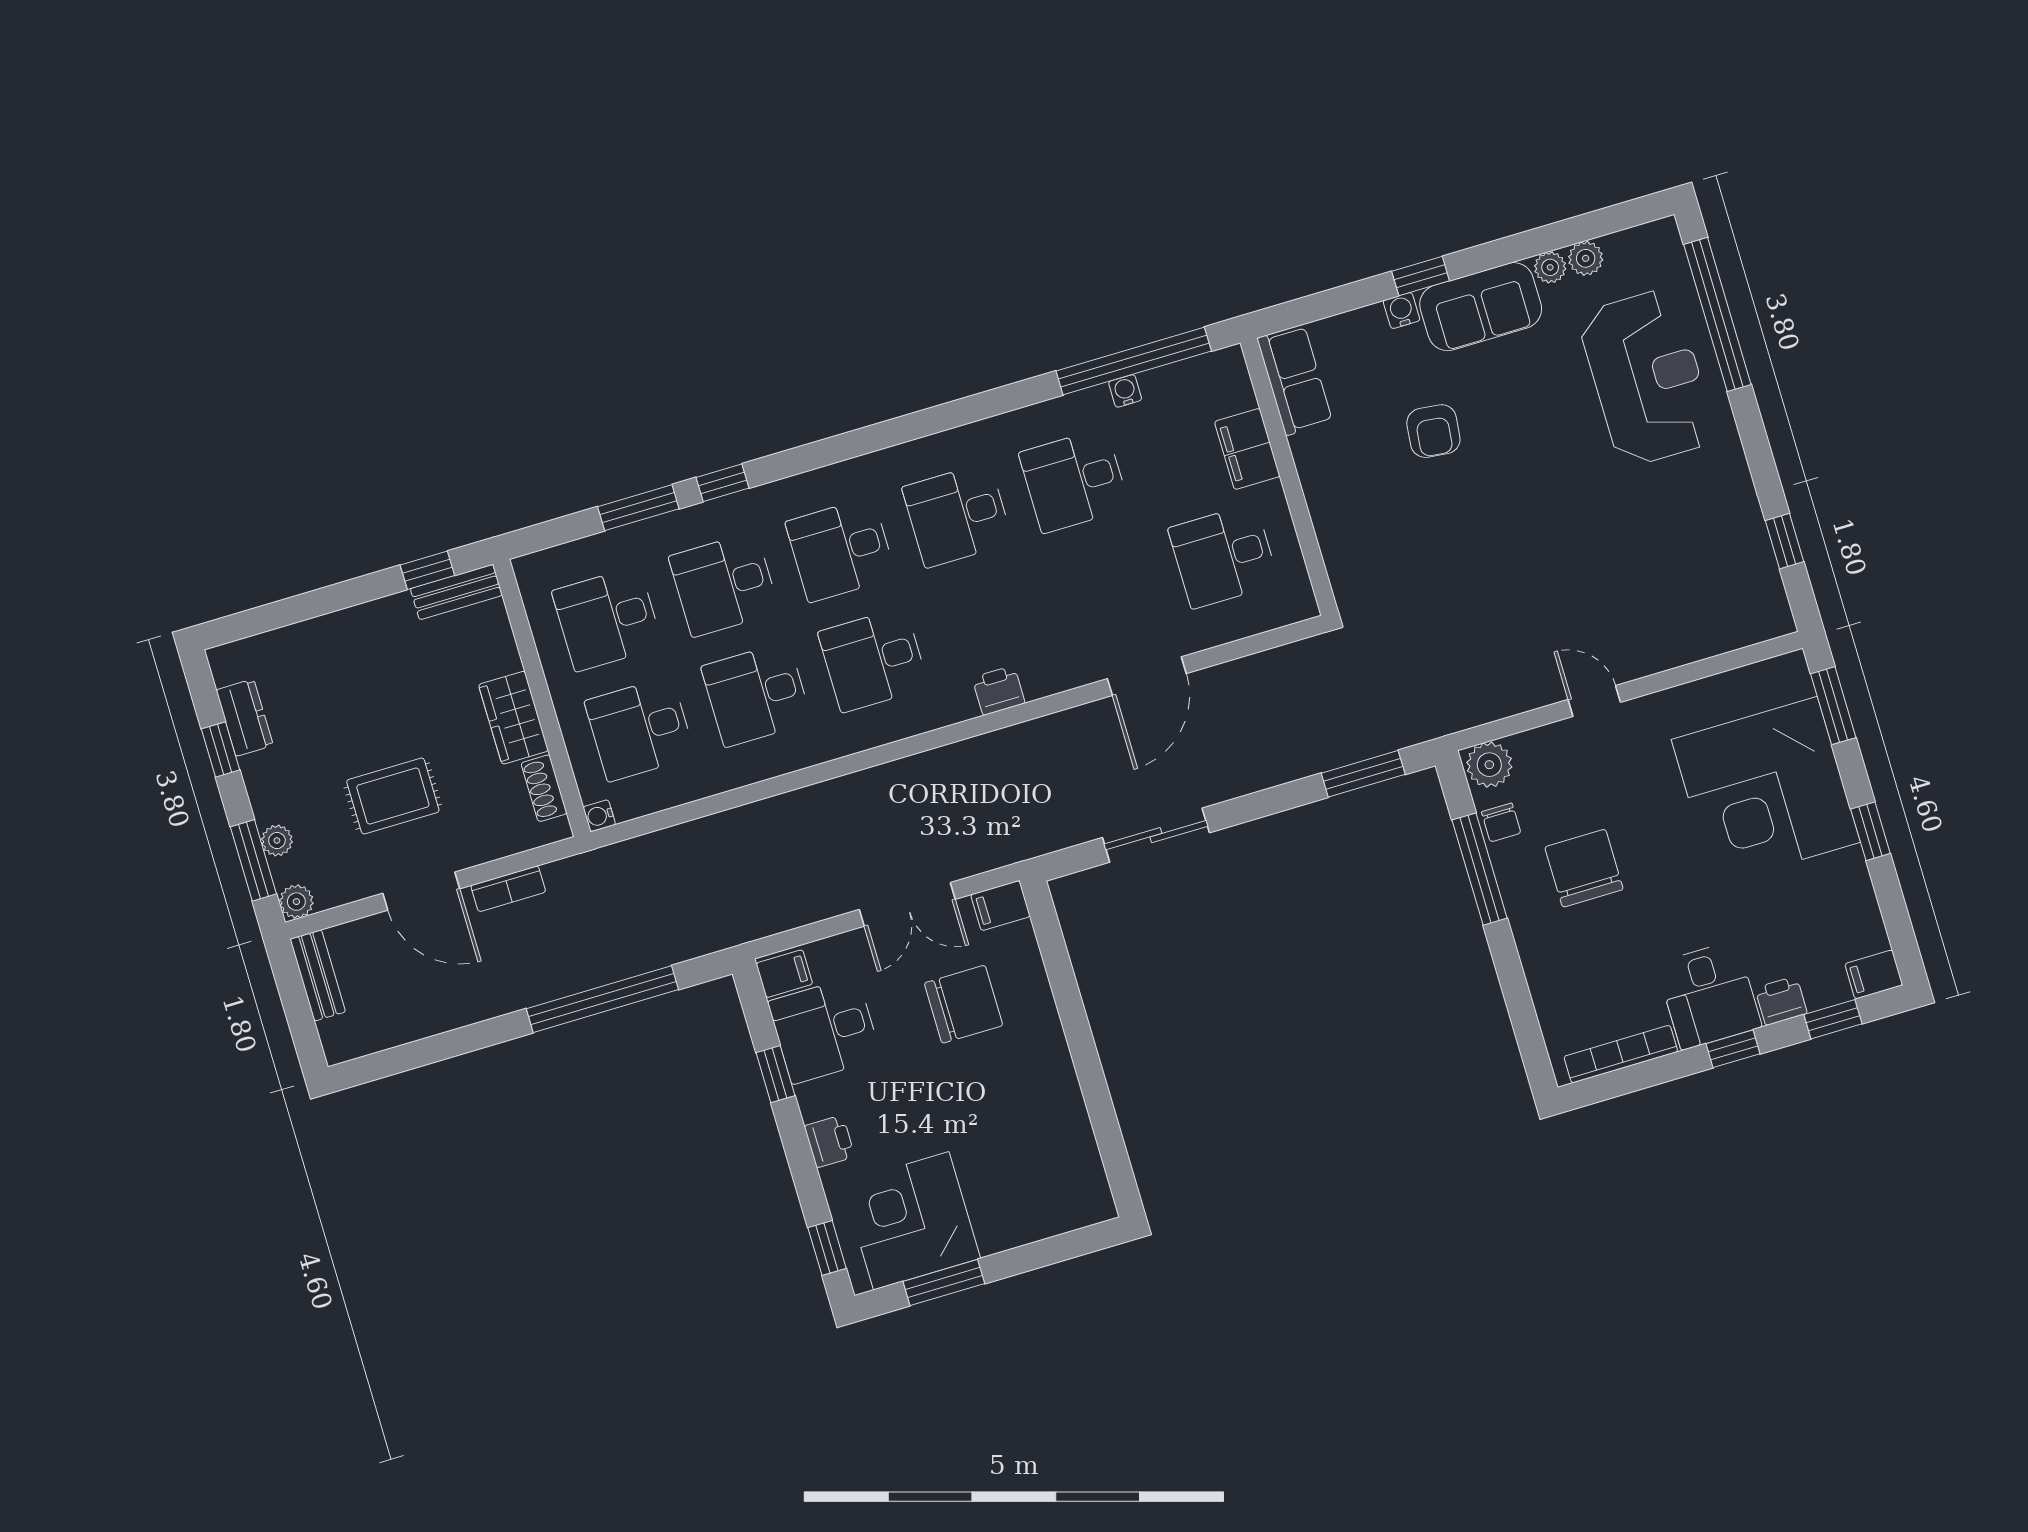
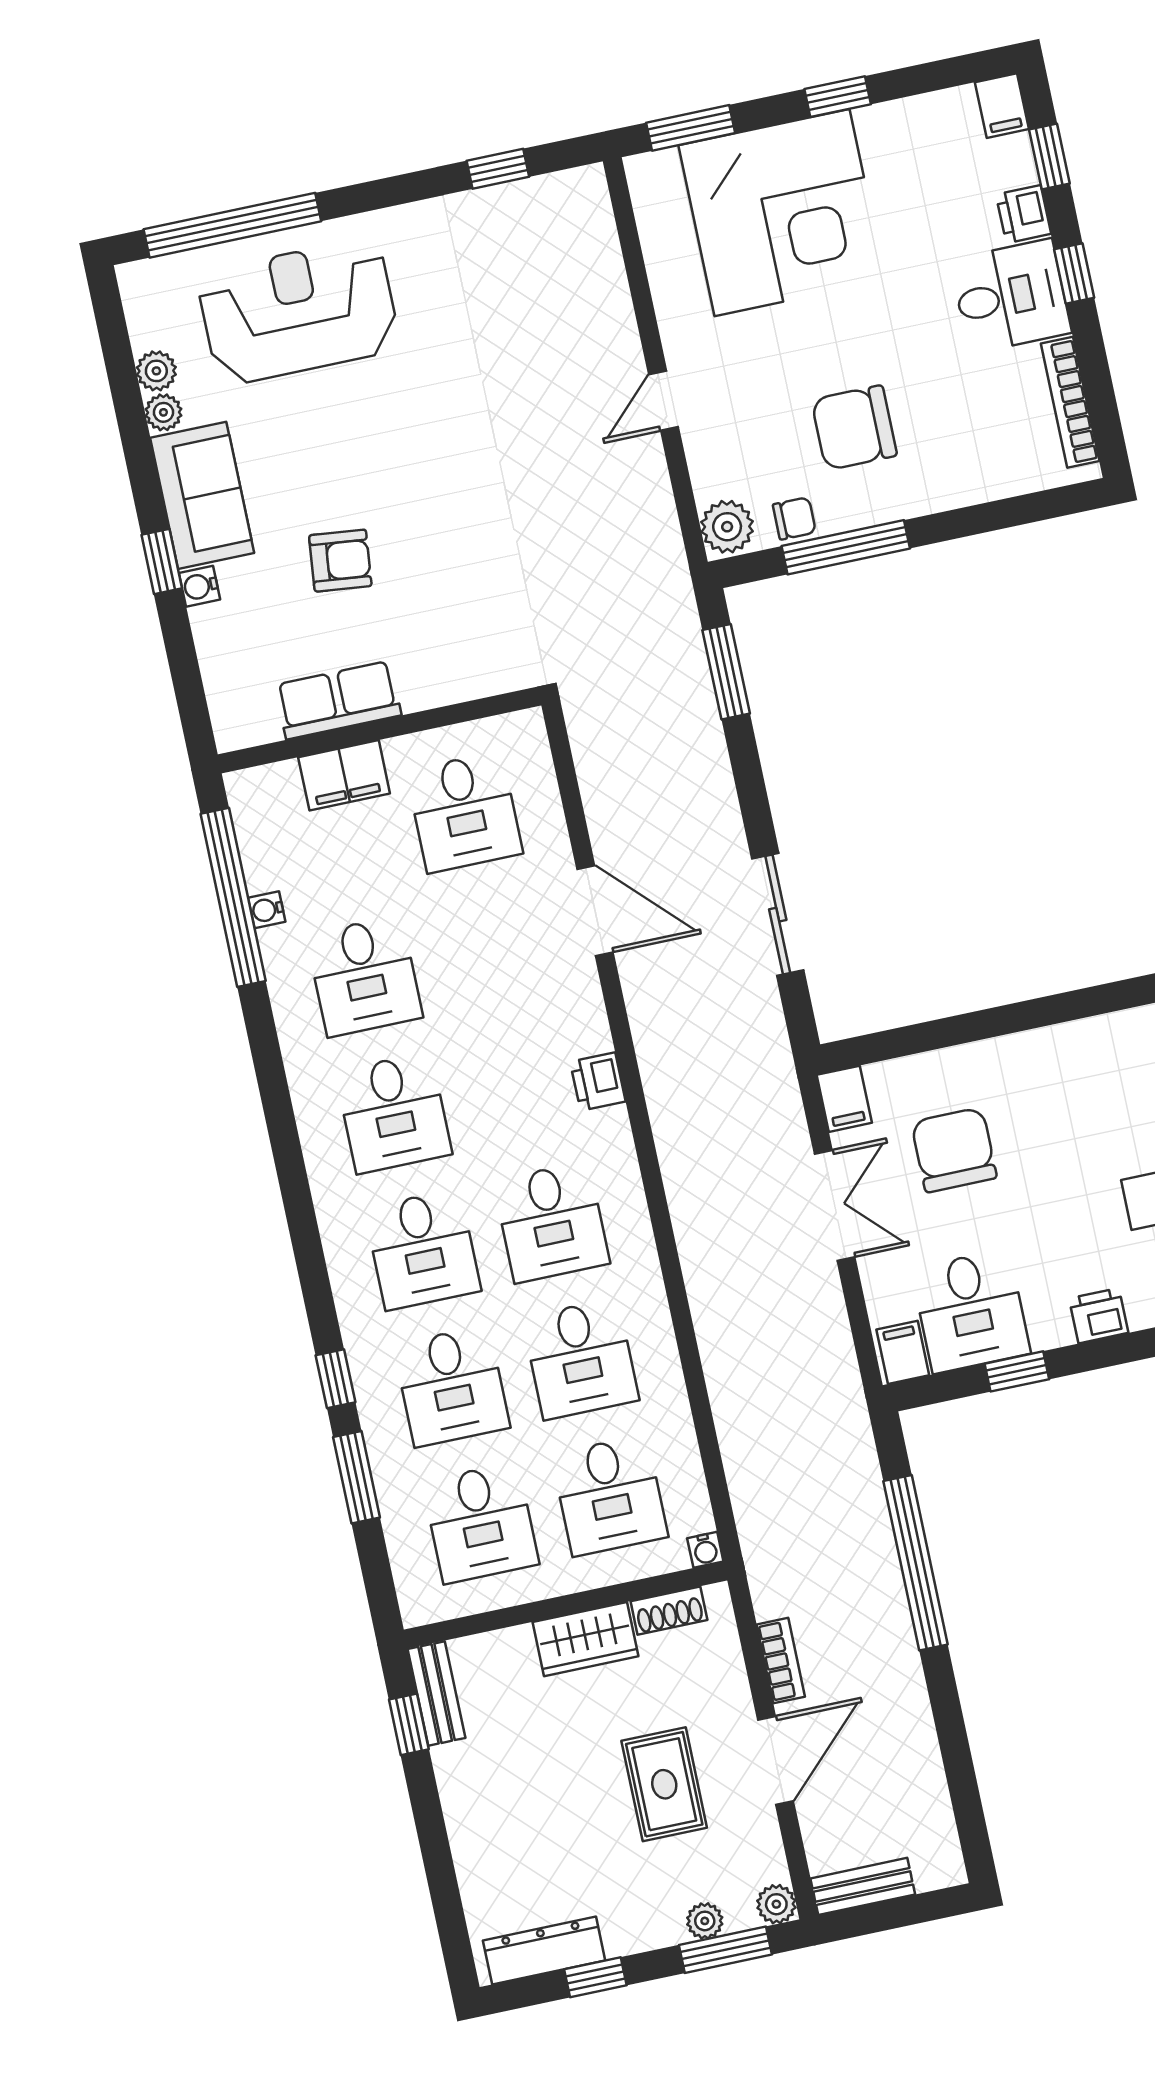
row of seats: (1295, 380) -> (338, 700), moved
dresser: (245, 718) -> (544, 1950), width x1.44

